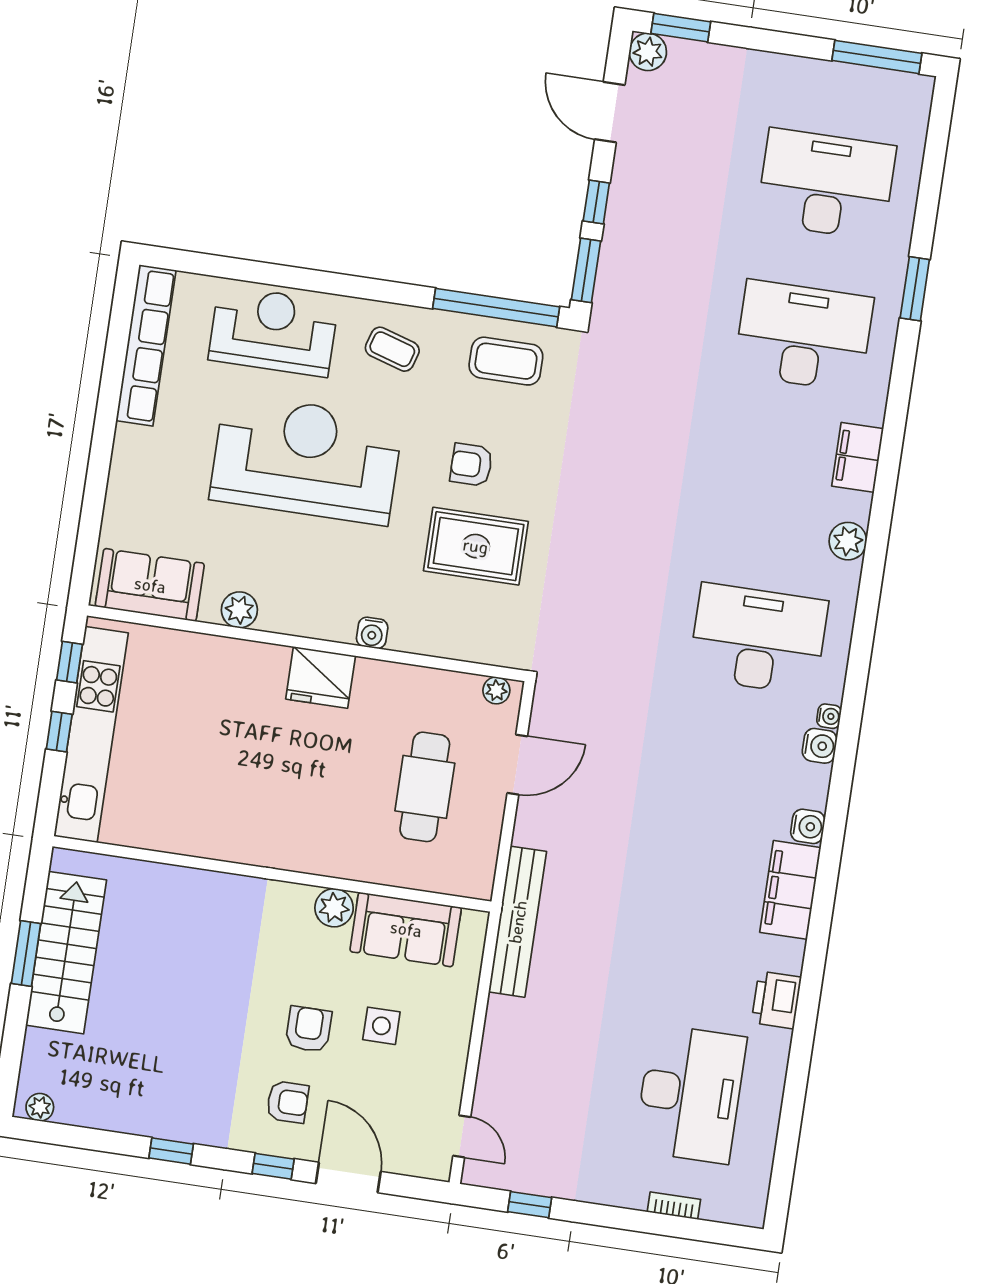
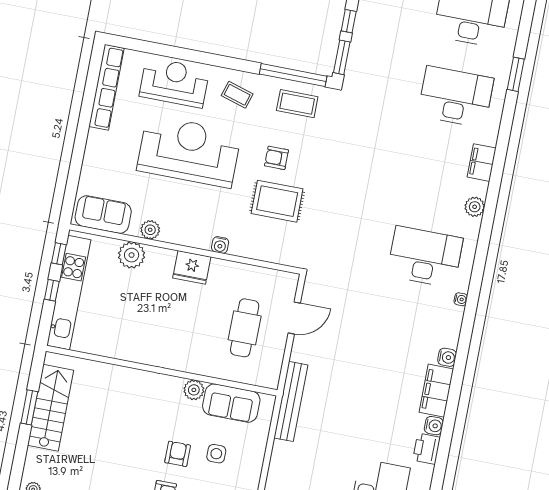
plant: (496, 690) -> (132, 255), moved, width x1.87, depth x1.87
water cooler: (820, 746) -> (434, 426), moved

